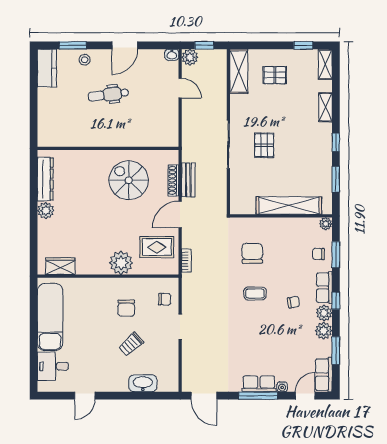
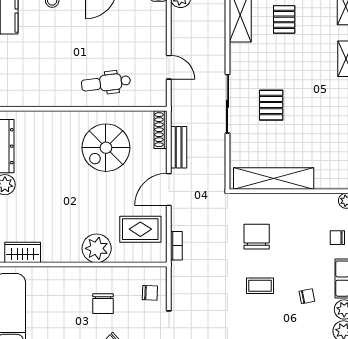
pallet: (275, 75) -> (284, 19), turned 90
door: (180, 88) -> (169, 67), moved
dental chair: (108, 95) -> (106, 83), moved
spiral stairs: (129, 180) -> (106, 148), turned -90
shoe rack: (173, 180) -> (160, 130), moved
shelving: (289, 206) -> (274, 179), moved

